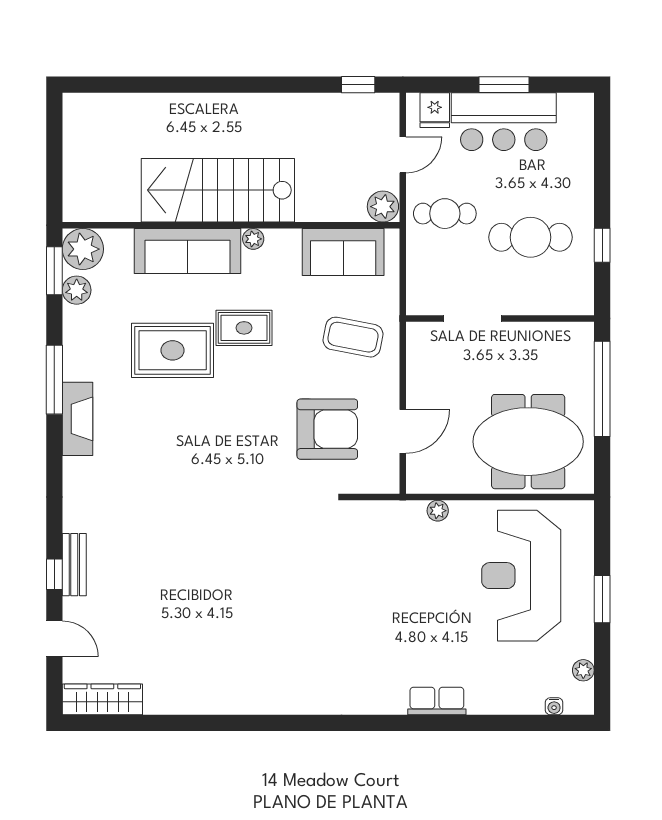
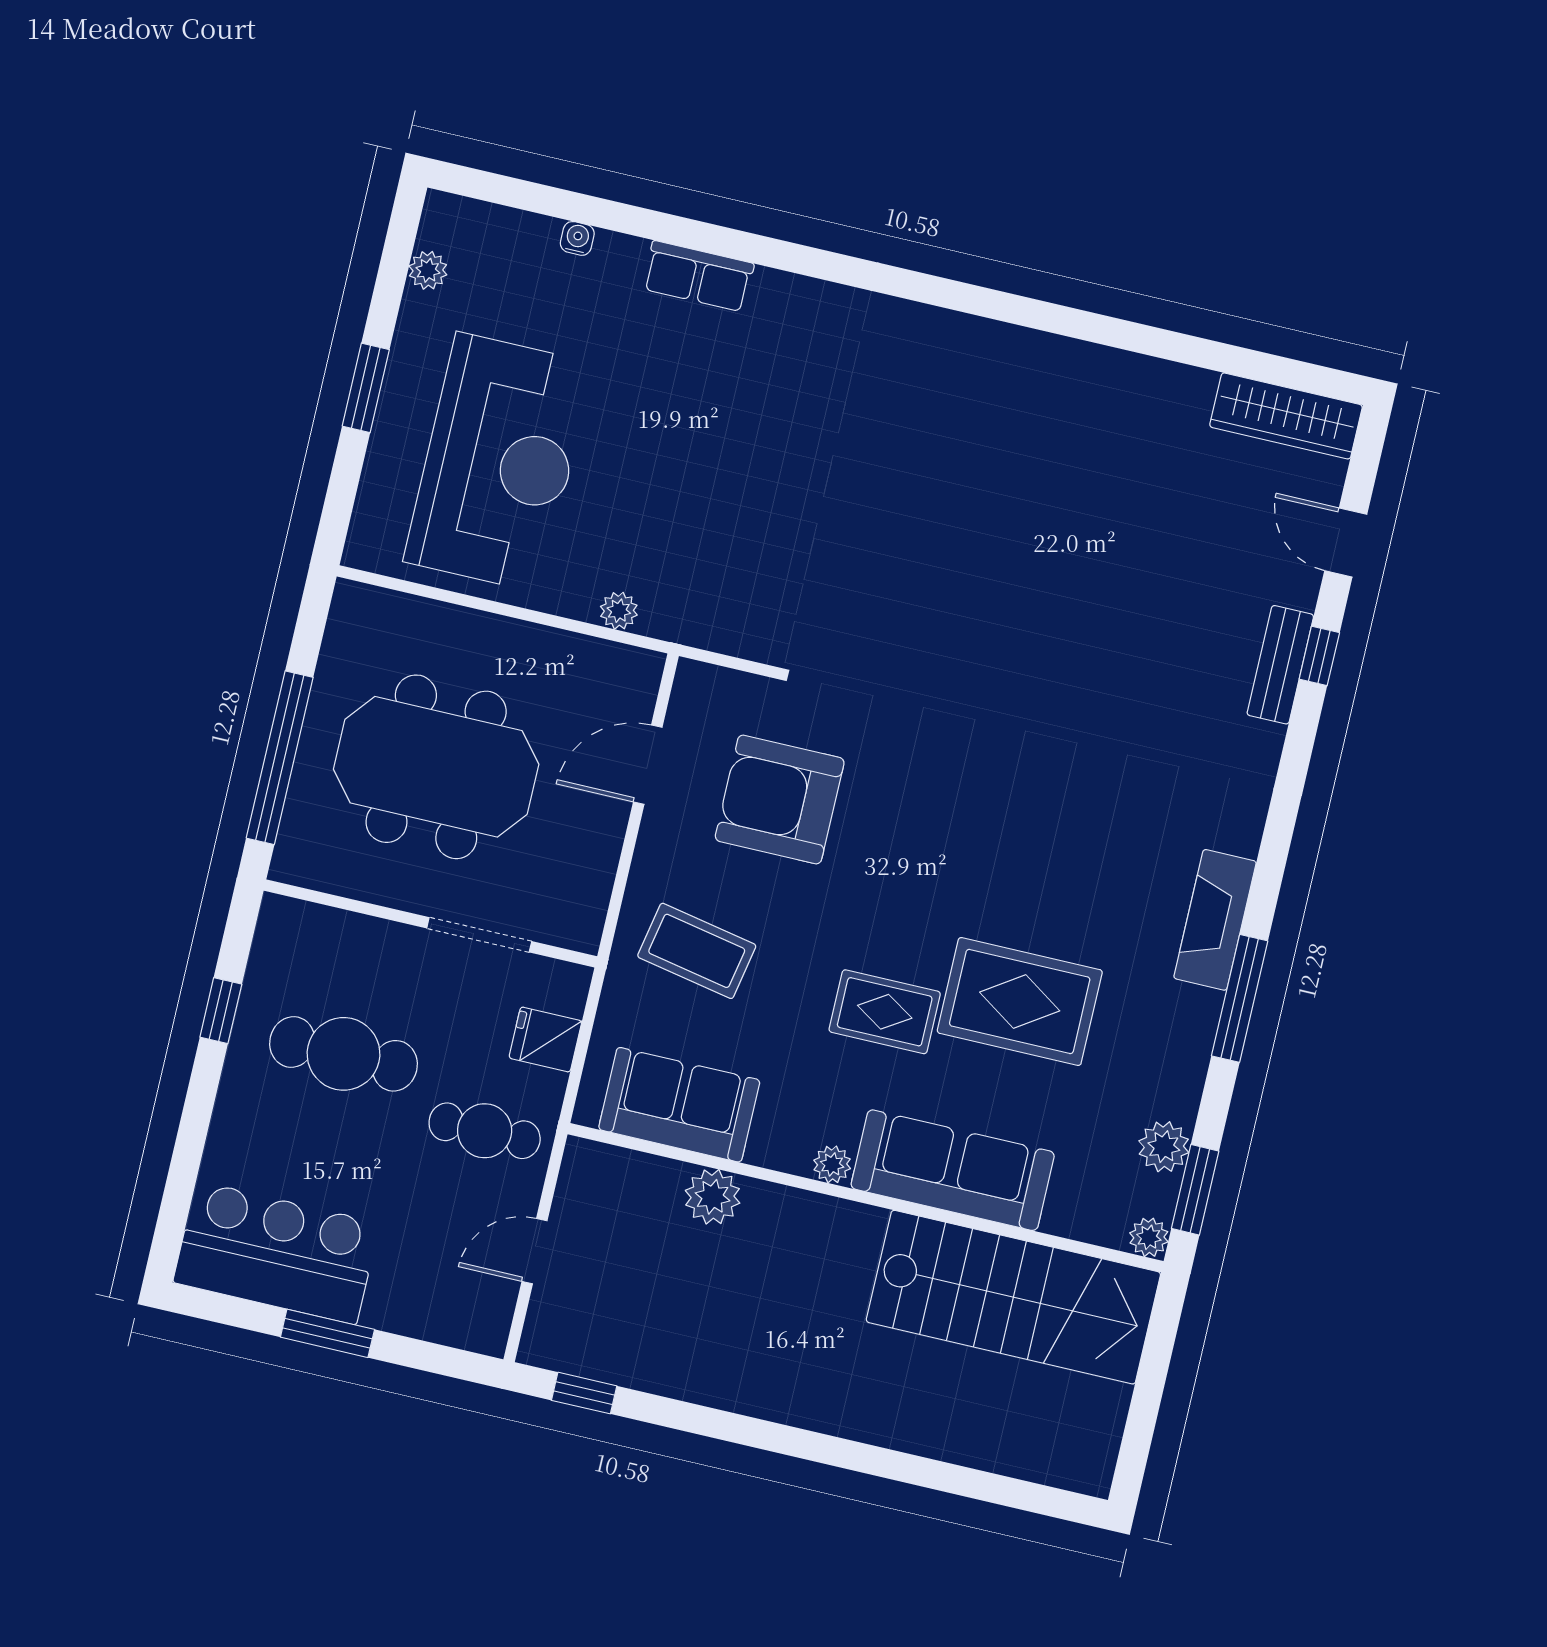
fridge: (435, 110) -> (545, 1040), moved, turned -90
bar counter: (504, 122) -> (276, 1253), moved
stairs: (218, 190) -> (1013, 1297), moved
plant: (383, 207) -> (713, 1197), moved
plant: (83, 249) -> (1149, 1237), width x0.53, depth x0.53
meeting table: (528, 442) -> (436, 767), moved
water cooler: (554, 706) -> (577, 238), moved

